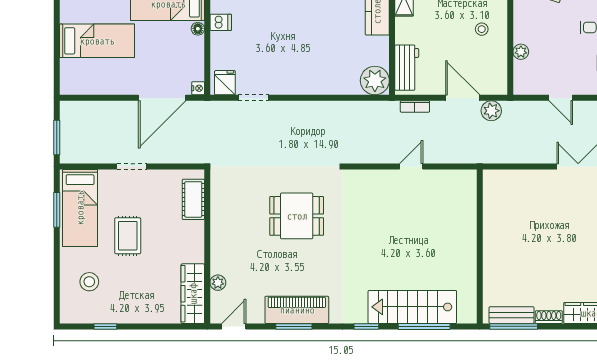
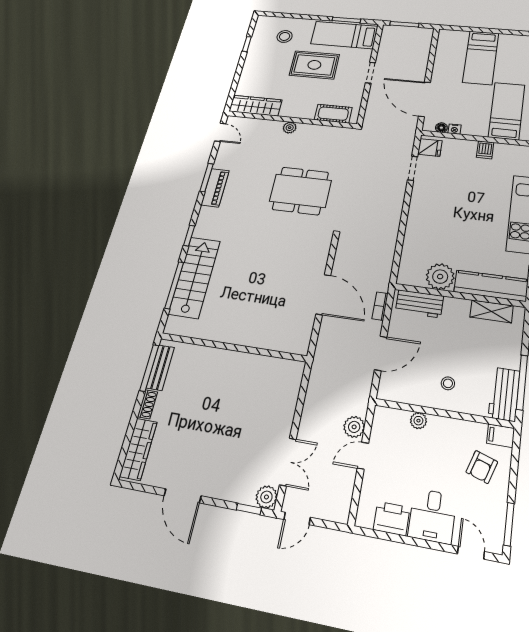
floor lamp: (198, 29) -> (441, 128), moved
plant: (375, 81) -> (440, 277), moved
nightstand: (198, 88) -> (454, 129), moved
plant: (491, 111) -> (354, 427), moved
door: (411, 166) -> (323, 295), width x1.88
dining table: (297, 216) -> (300, 191), width x1.38
rug: (128, 236) -> (314, 65), width x1.36, depth x1.43
plant: (218, 283) -> (290, 128), moved
piano: (297, 310) -> (215, 188), width x0.73, depth x0.75

